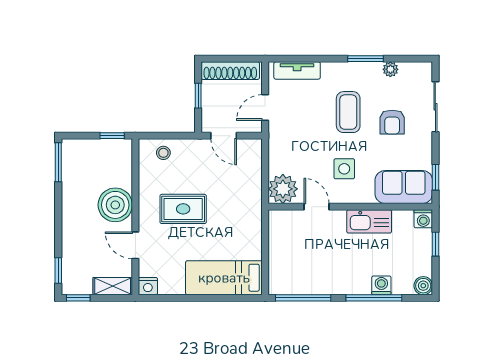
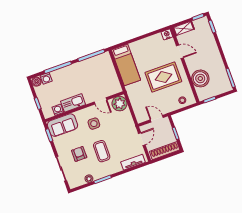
boiler: (115, 205) -> (200, 78), moved
rug: (183, 209) -> (163, 77), width x1.36, depth x1.43
washing machine: (423, 219) -> (58, 110), moved
bed: (224, 278) -> (126, 65), moved, turned 90
washing machine: (381, 285) -> (46, 78), moved

